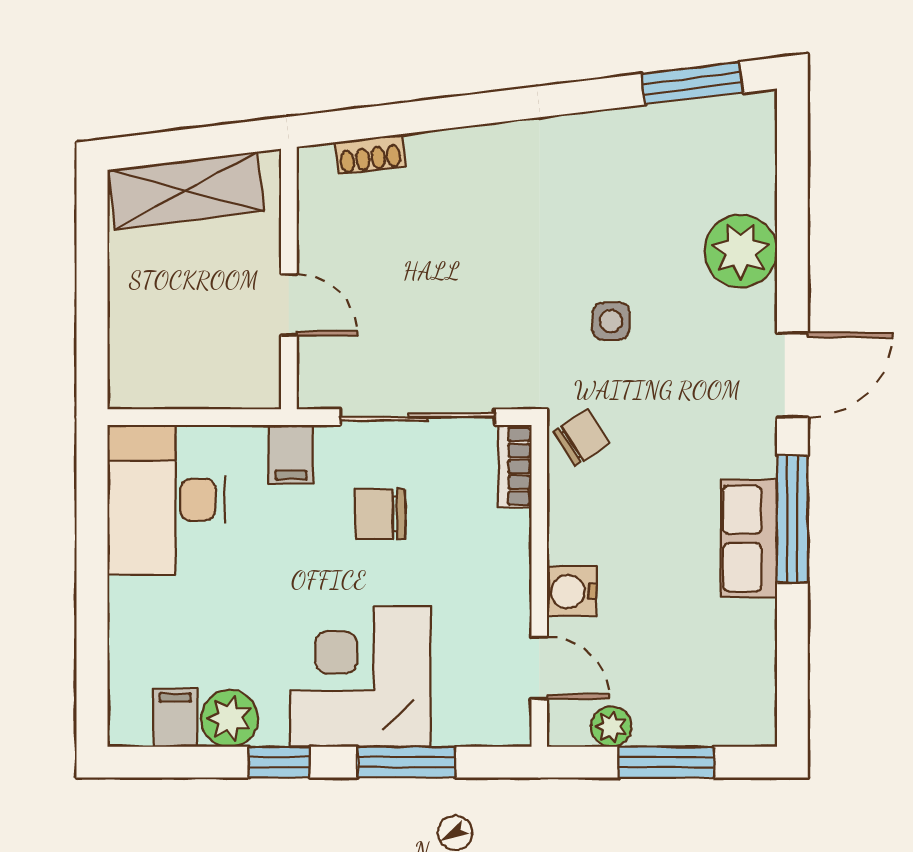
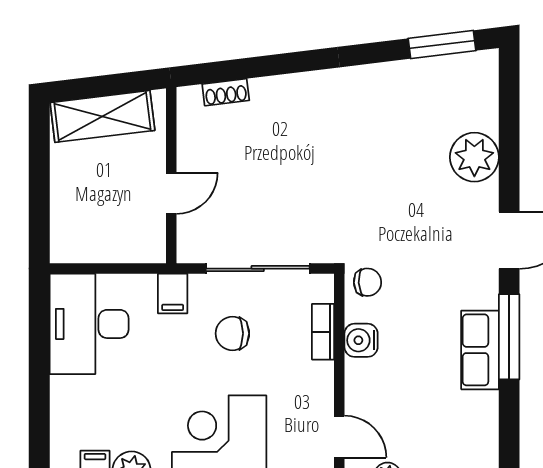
door: (289, 305) -> (171, 193), hinge flipped
side table: (611, 321) -> (387, 204), removed
chair: (581, 437) -> (367, 282), turned 30
bookcase: (515, 466) -> (323, 332), moved
water cooler: (572, 591) -> (361, 340), moved

